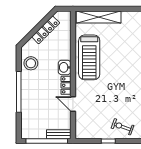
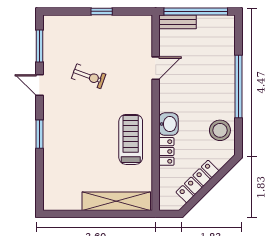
treadmill: (89, 57) -> (131, 139), width x0.73, depth x0.73
locker: (66, 85) -> (166, 151), moved
door: (73, 104) -> (156, 68), hinge flipped
exercise bike: (122, 127) -> (89, 76), moved

